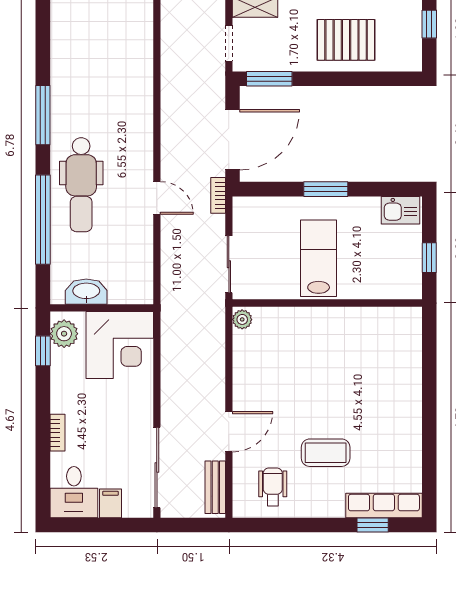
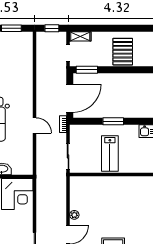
pallet: (346, 40) -> (123, 52), turned 90
lab bench: (319, 258) -> (110, 154), turned 180
plant: (242, 319) -> (74, 215), moved

